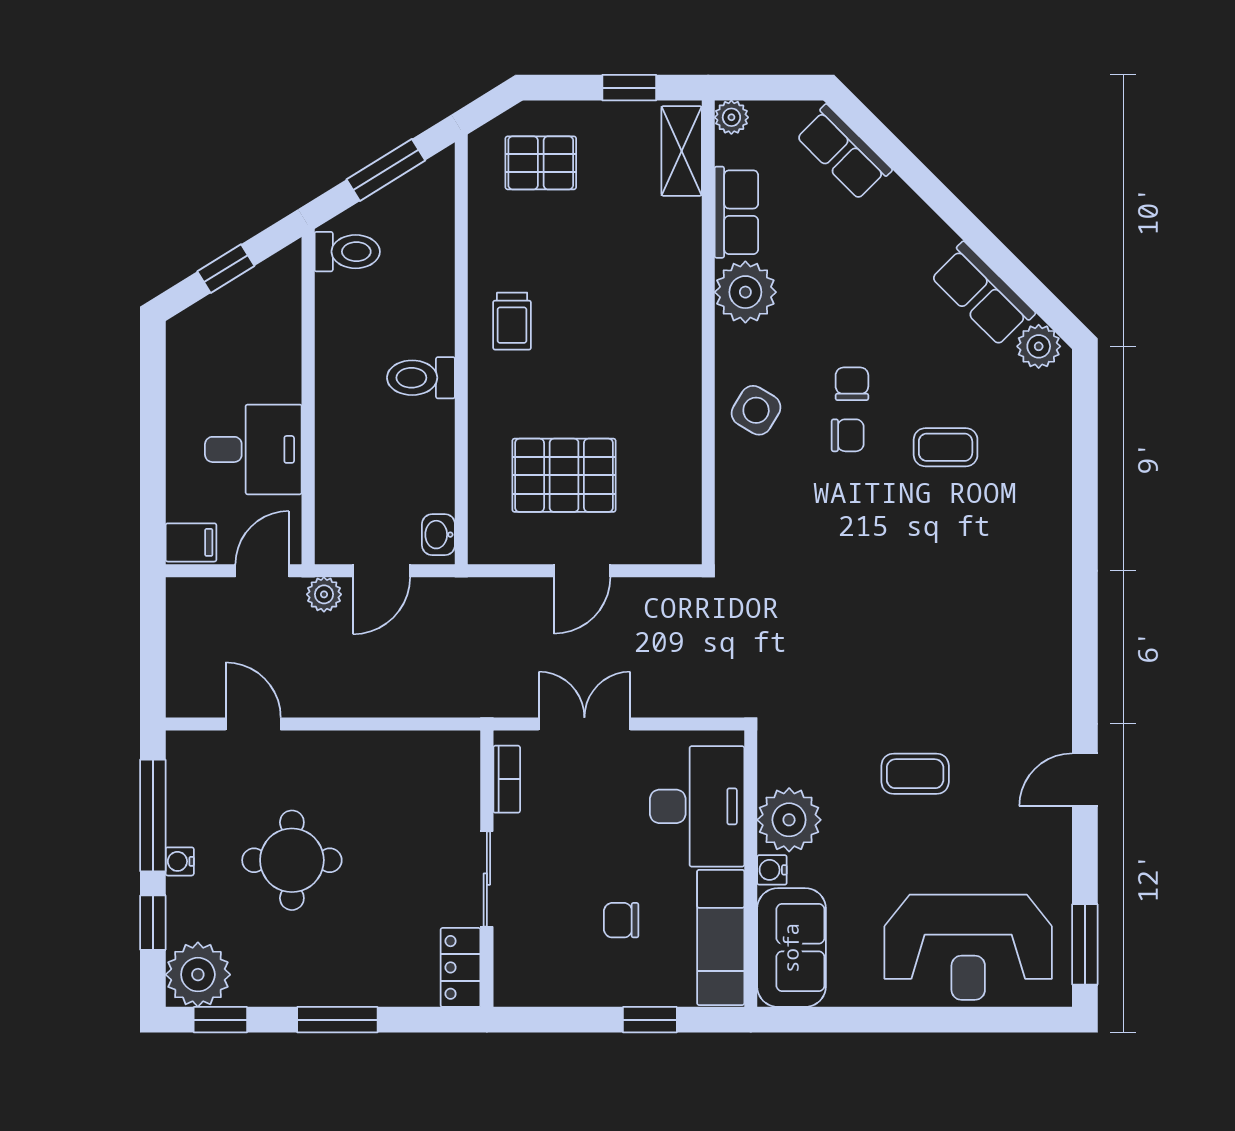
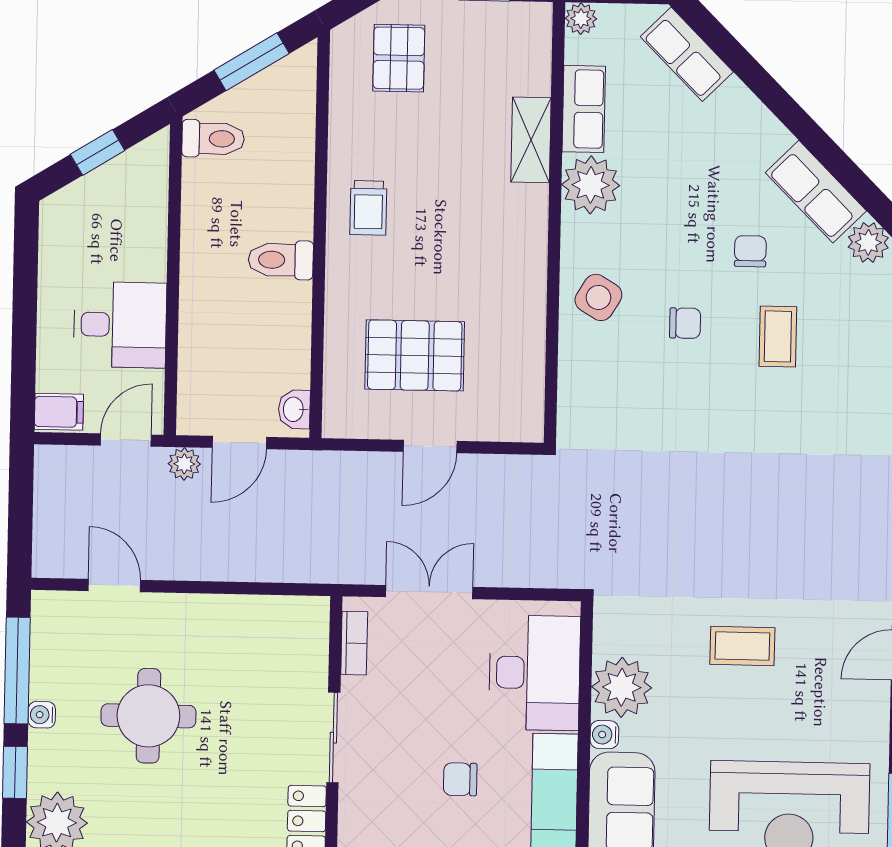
shelving: (682, 151) -> (531, 140), moved
pallet: (541, 163) -> (399, 58), turned 90
chair: (852, 384) -> (750, 251), moved
coffee table: (946, 447) -> (778, 336), turned 90

